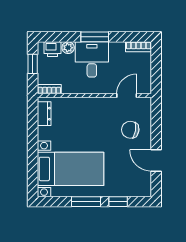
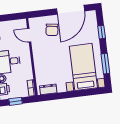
door: (156, 160) -> (71, 10), width x1.88
window: (86, 202) -> (105, 64), moved

